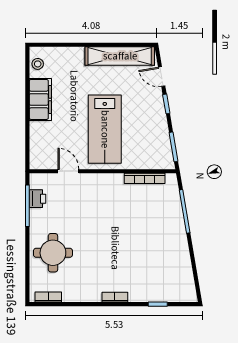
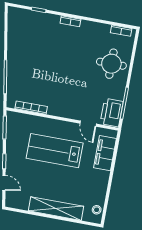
shelving: (120, 56) -> (56, 209), moved
filing cabinet: (40, 99) -> (105, 153), moved
lab bench: (105, 129) -> (55, 151), turned -90
printer: (37, 199) -> (112, 113), width x1.87, depth x1.48

